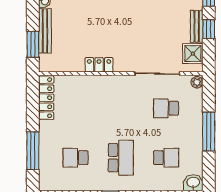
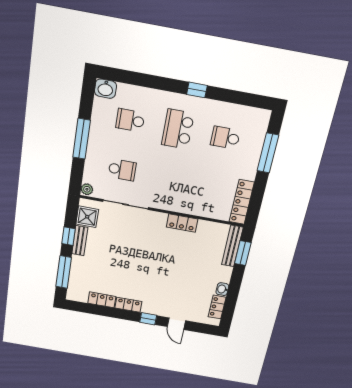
bench: (45, 31) -> (232, 246), moved
school desk: (75, 158) -> (225, 138), turned 180

